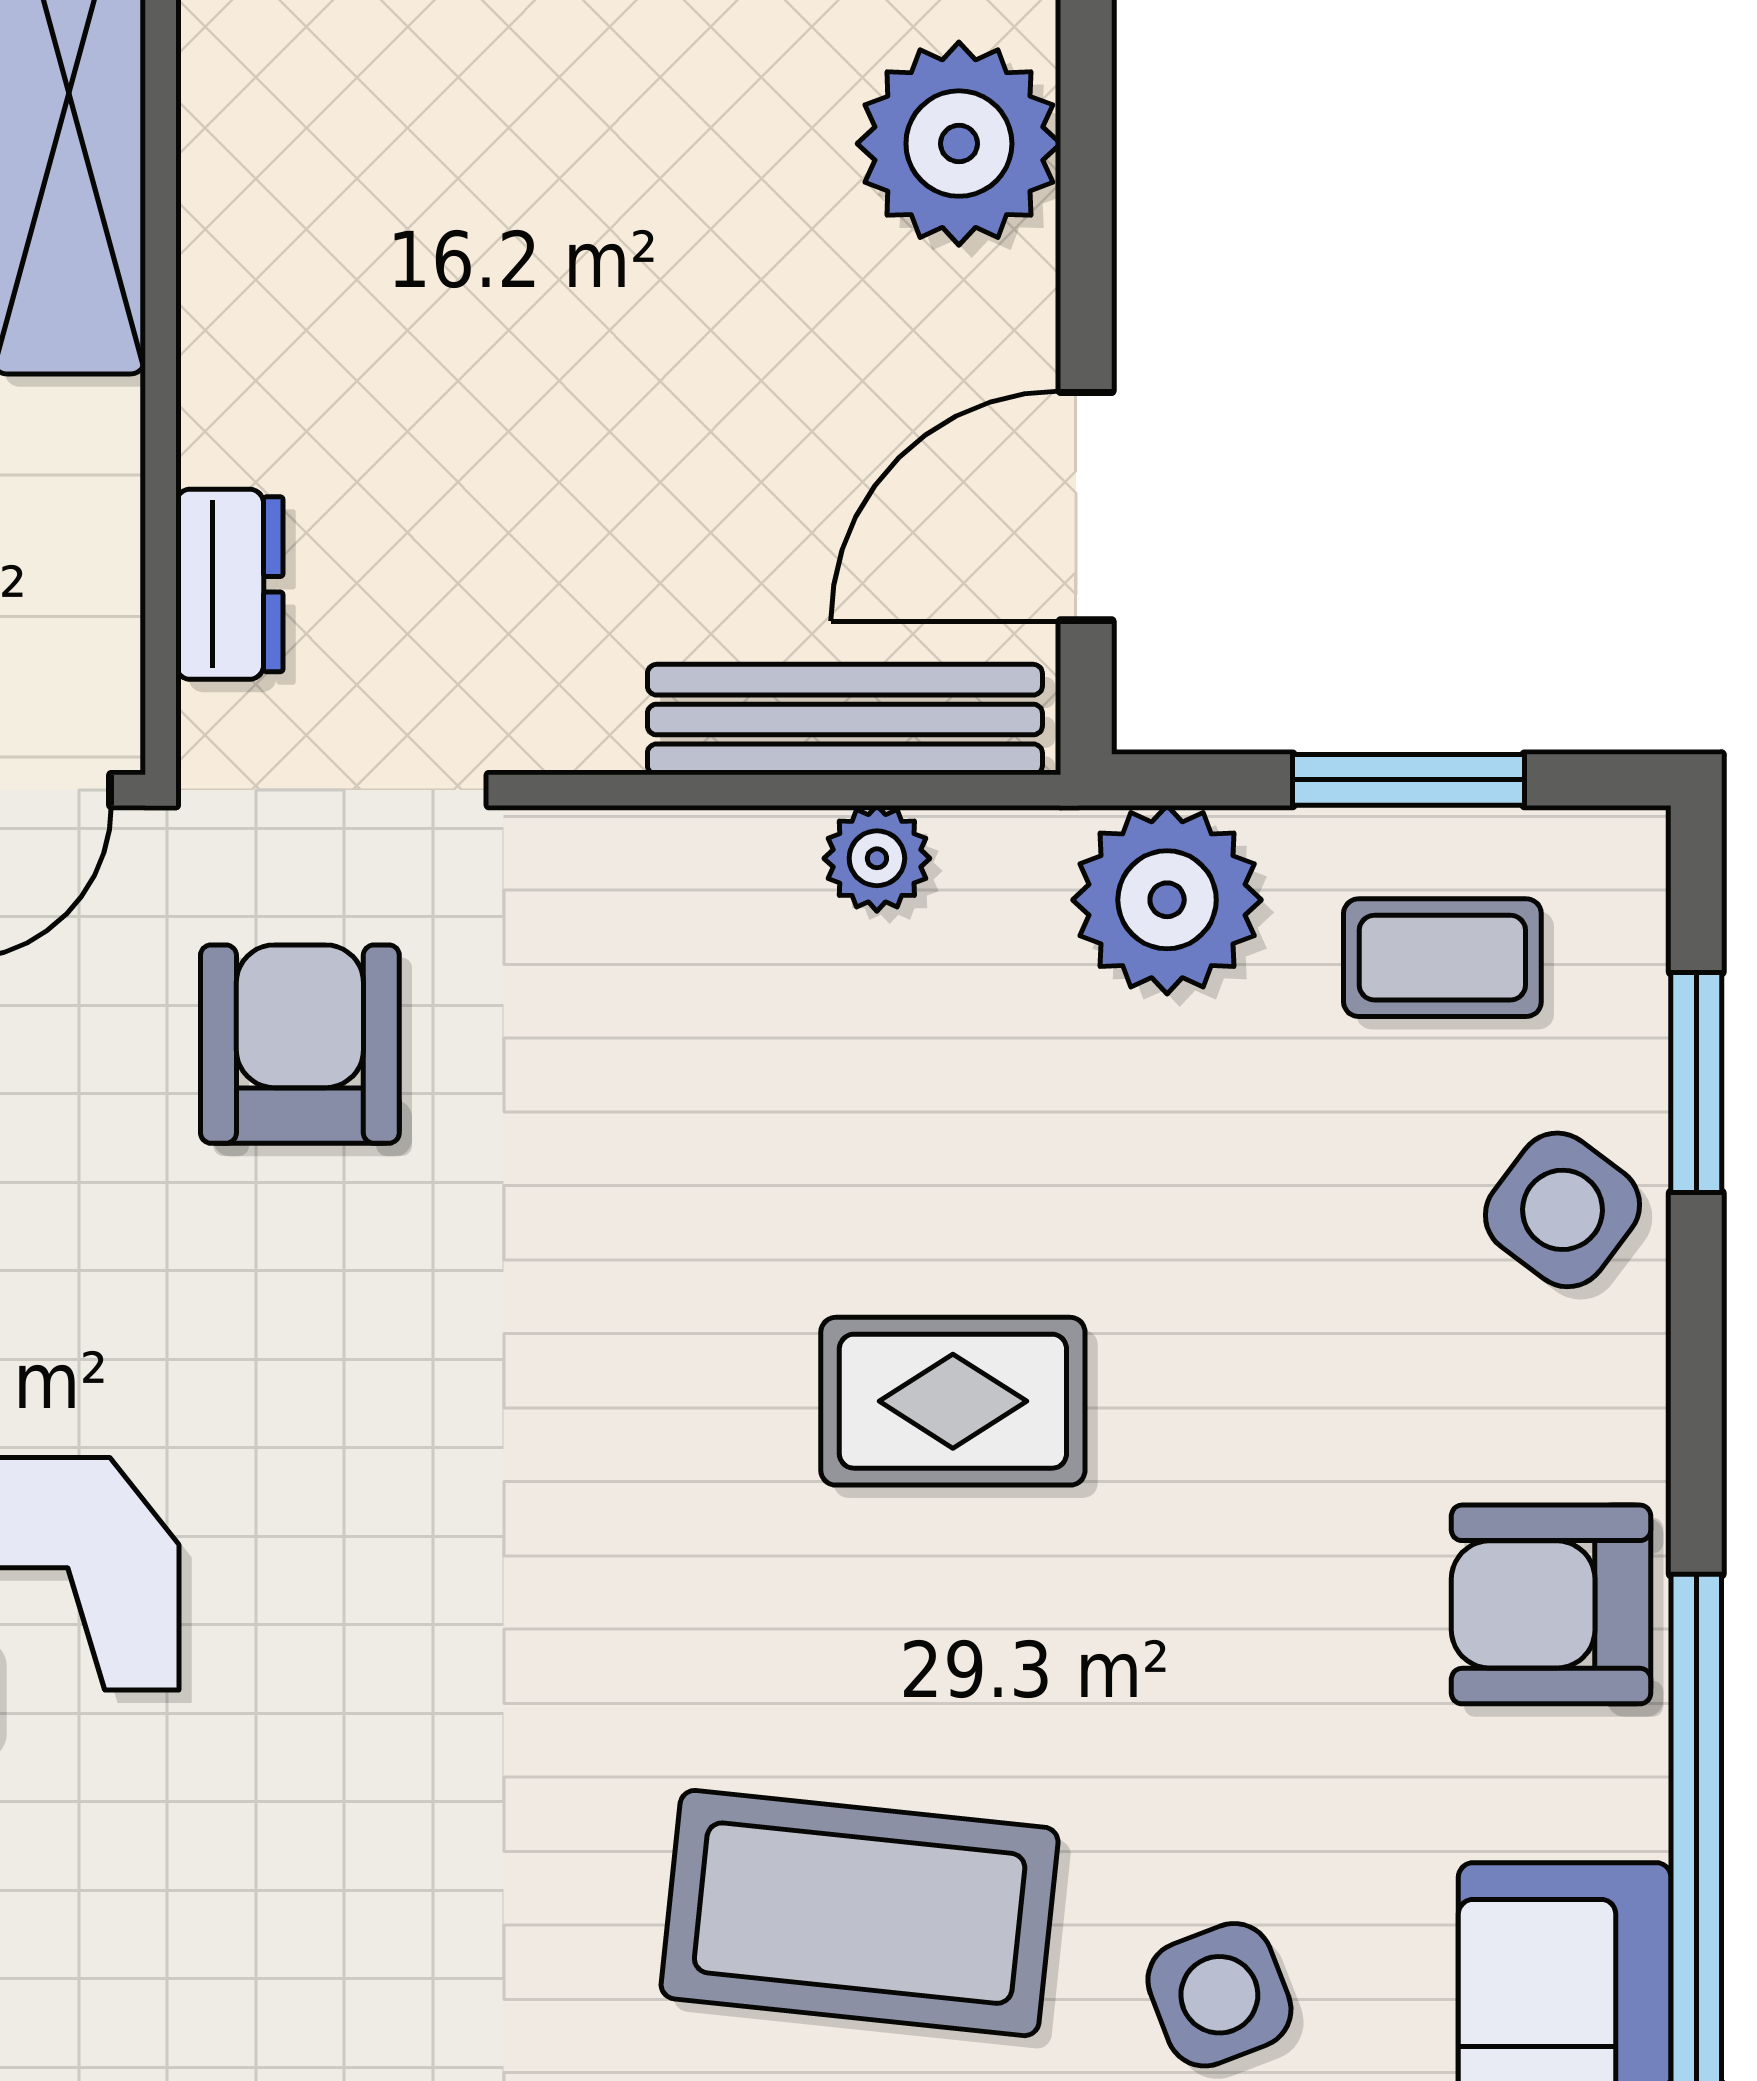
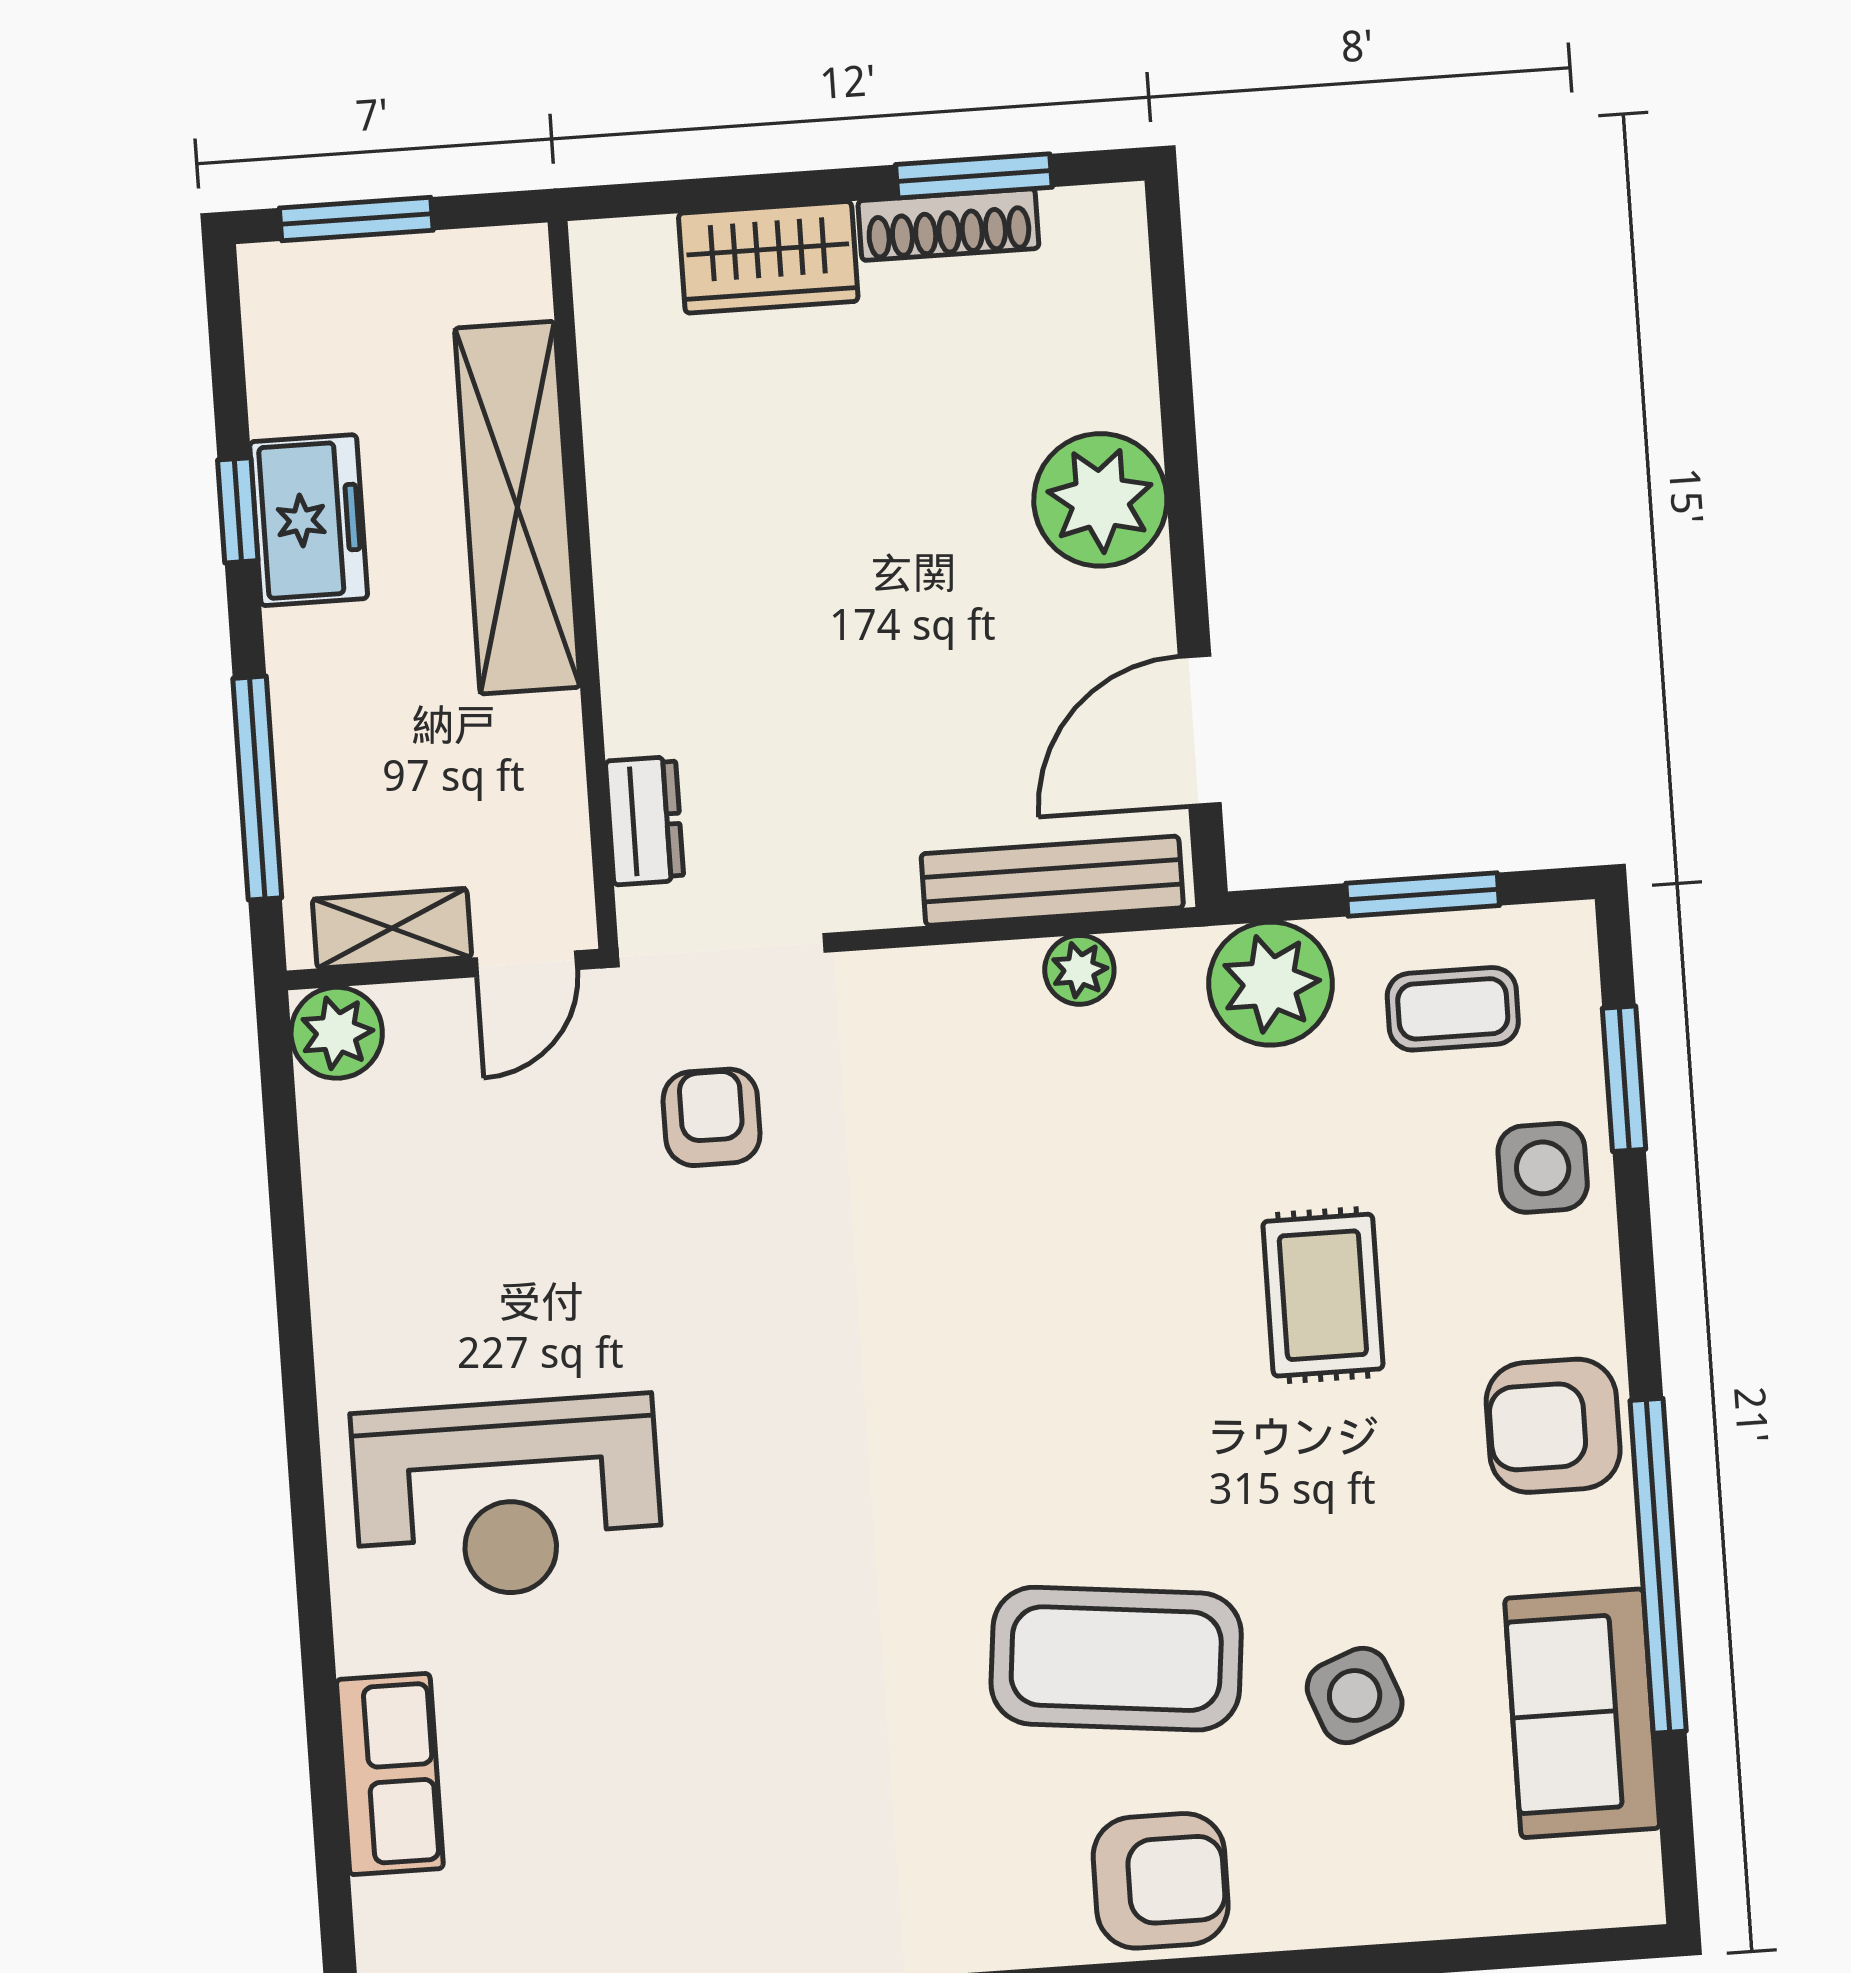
armchair: (300, 1044) -> (712, 1117), width x0.72, depth x0.72
side table: (1562, 1210) -> (1543, 1168), turned -37
rug: (953, 1401) -> (1323, 1295), moved, turned 90

